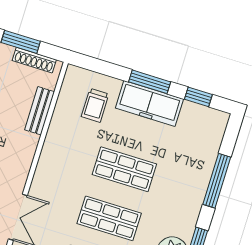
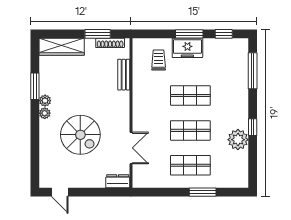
freezer: (149, 103) -> (187, 48), width x0.71
trolley: (95, 105) -> (159, 60), turned 180
window: (217, 181) -> (253, 71), moved

